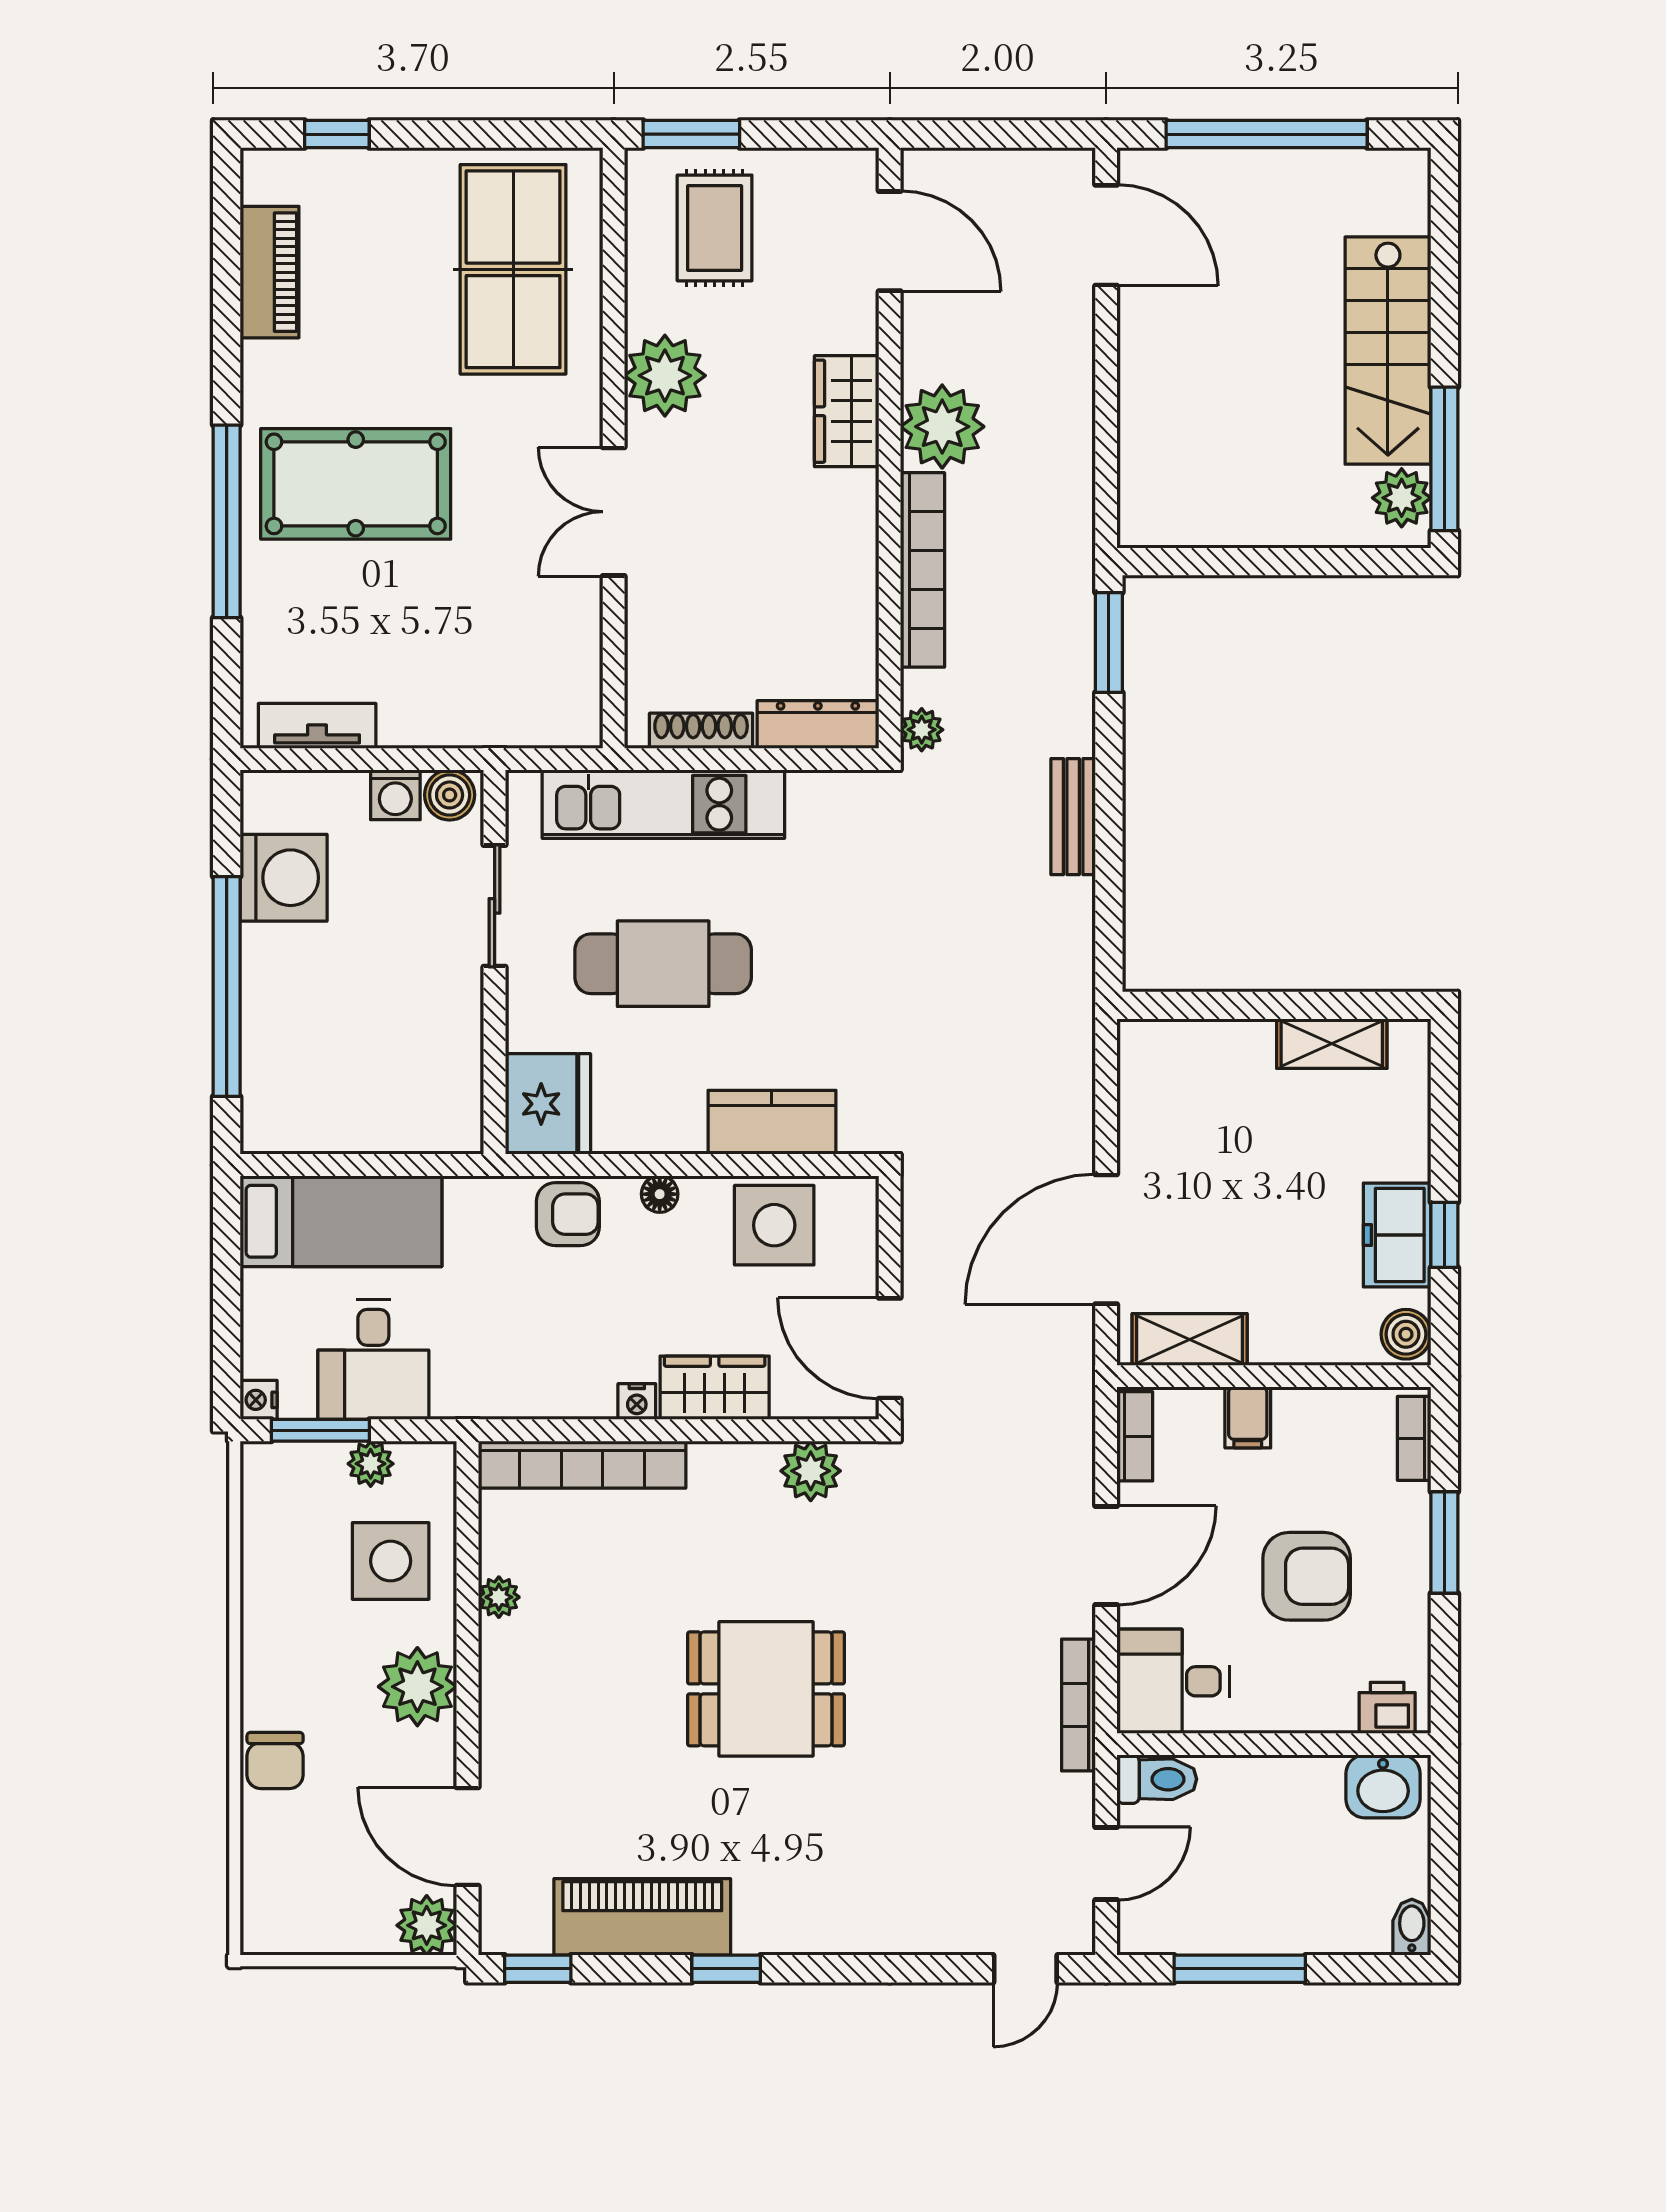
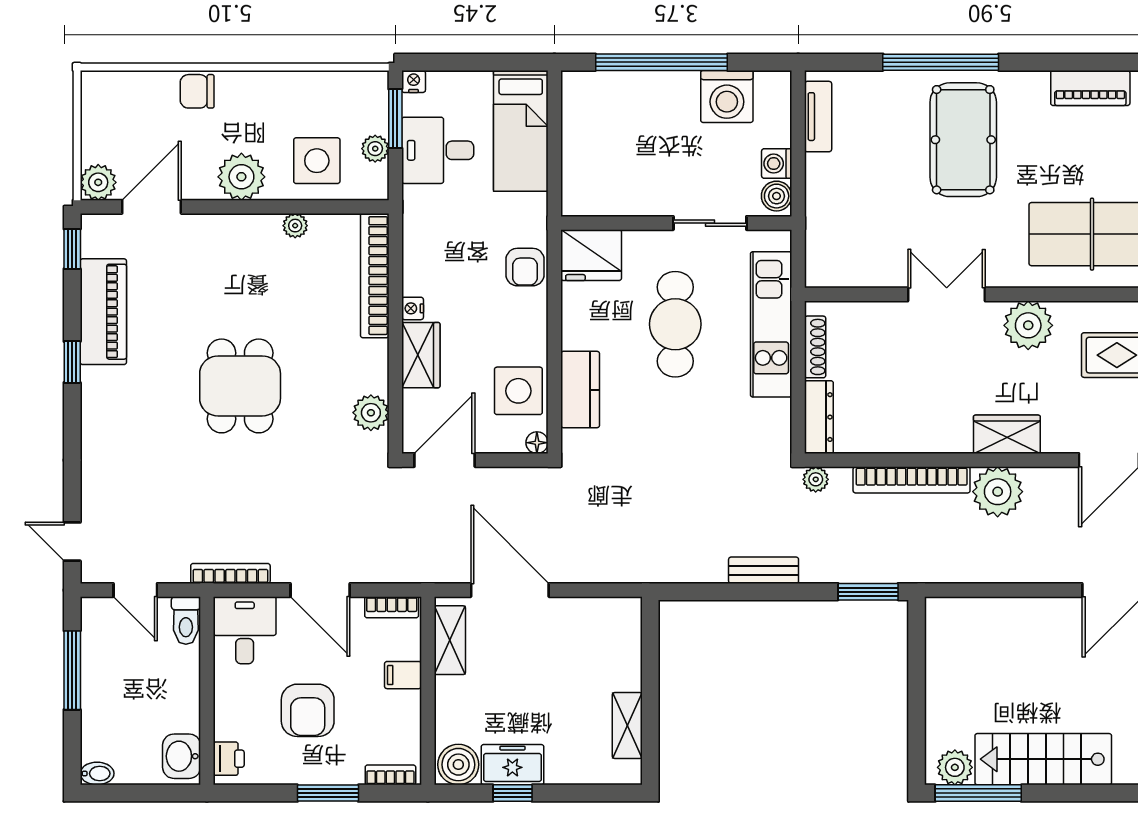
floor lamp: (660, 1194) -> (537, 443), moved
boiler: (1406, 1334) -> (458, 765), width x1.36, depth x1.36

